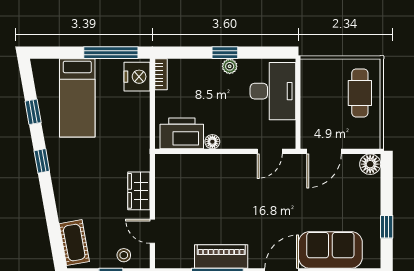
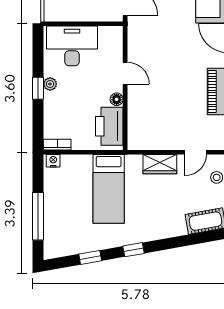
window: (111, 53) -> (38, 216), moved
nightstand: (137, 77) -> (53, 161), width x0.53, depth x0.56
bed: (77, 98) -> (109, 189), moved, turned 90
door: (270, 151) -> (125, 73), moved

